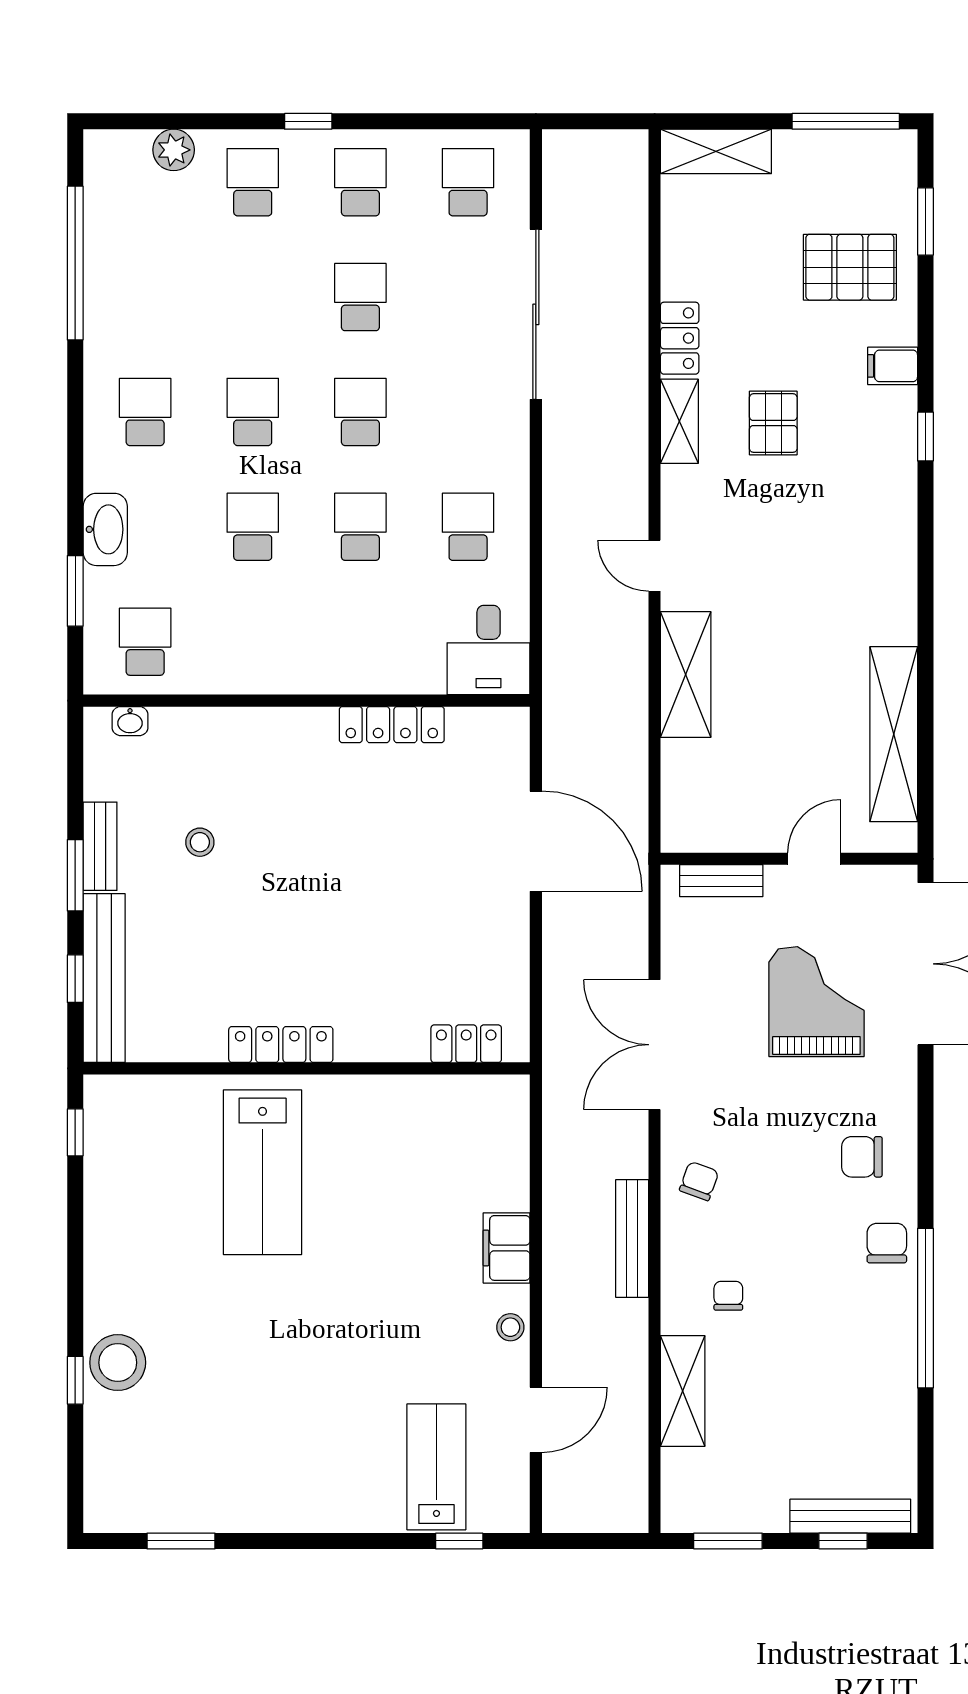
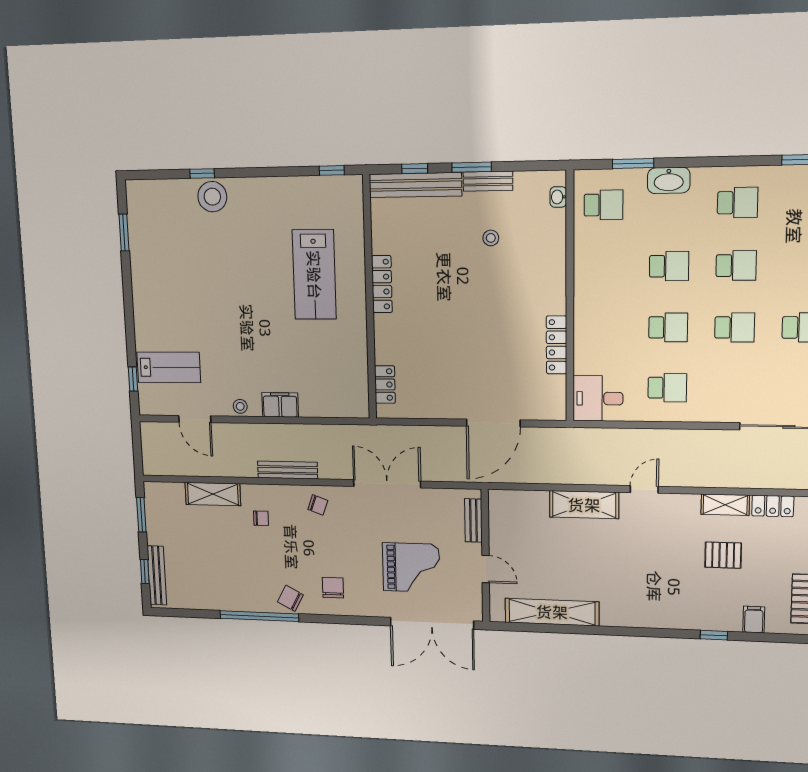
lab bench: (263, 1172) -> (314, 275), turned -90
chair: (887, 1243) -> (290, 598), turned -152

